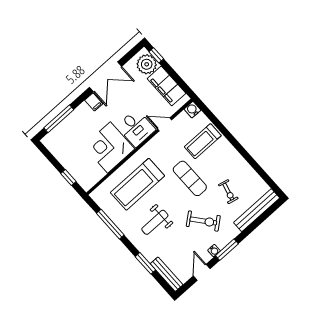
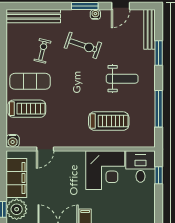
door: (165, 124) -> (45, 149), hinge flipped
desk: (136, 128) -> (141, 167), moved
exercise mat: (190, 178) -> (30, 81), moved, turned 90
treadmill: (138, 184) -> (109, 121), width x0.73, depth x0.73
exercise bike: (203, 221) -> (83, 45), turned 148

